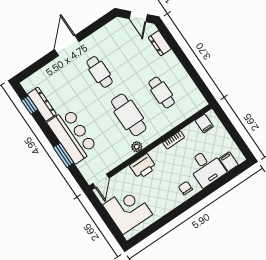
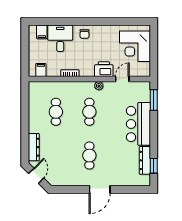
dresser: (160, 43) -> (34, 147), width x1.44
cafe table: (129, 115) -> (89, 112), width x0.73, depth x0.74
window: (64, 155) -> (154, 100), moved
door: (101, 181) -> (122, 79), moved

